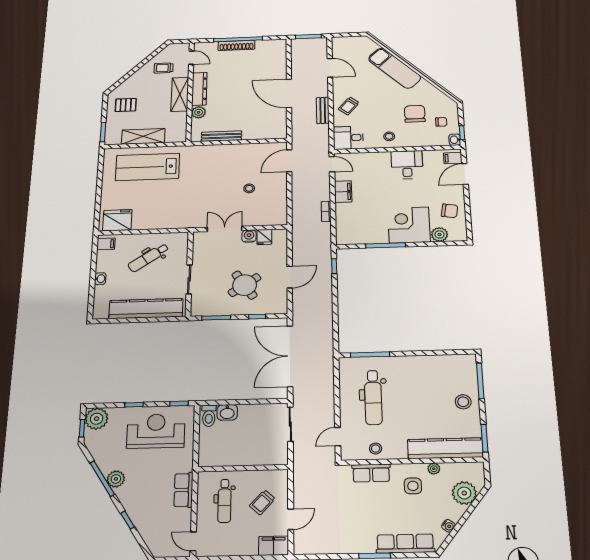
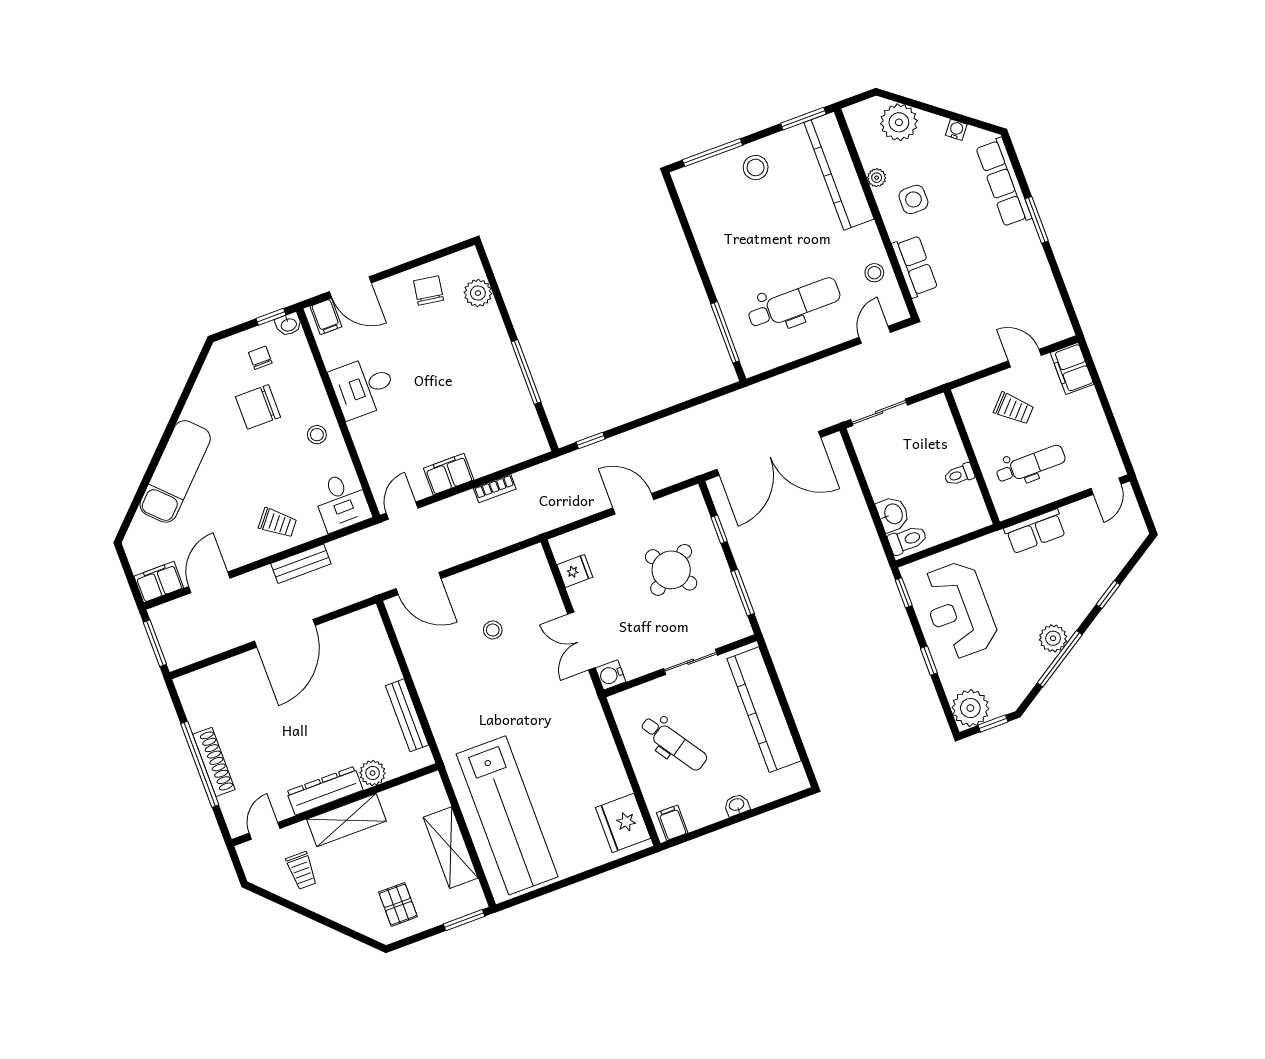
filing cabinet: (339, 46) -> (159, 582), added
lab bench: (148, 167) -> (507, 815), width x1.36
corner desk: (409, 225) -> (476, 347), removed
water cooler: (249, 236) -> (611, 675), moved
door: (338, 437) -> (875, 335), swing flipped
toilet: (235, 457) -> (959, 475), added

